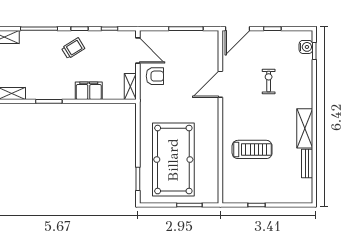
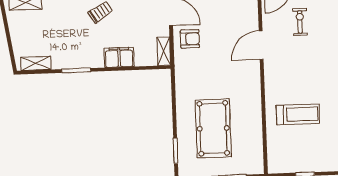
exercise bike: (269, 82) -> (300, 22), moved
pool table: (173, 160) -> (213, 128), width x0.73, depth x0.76

